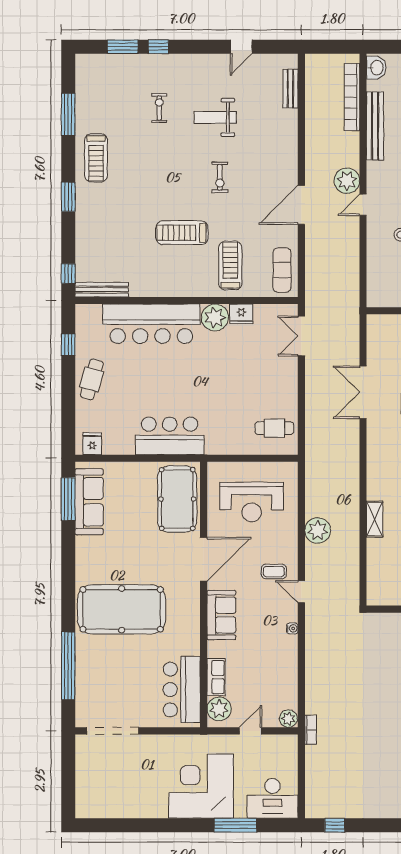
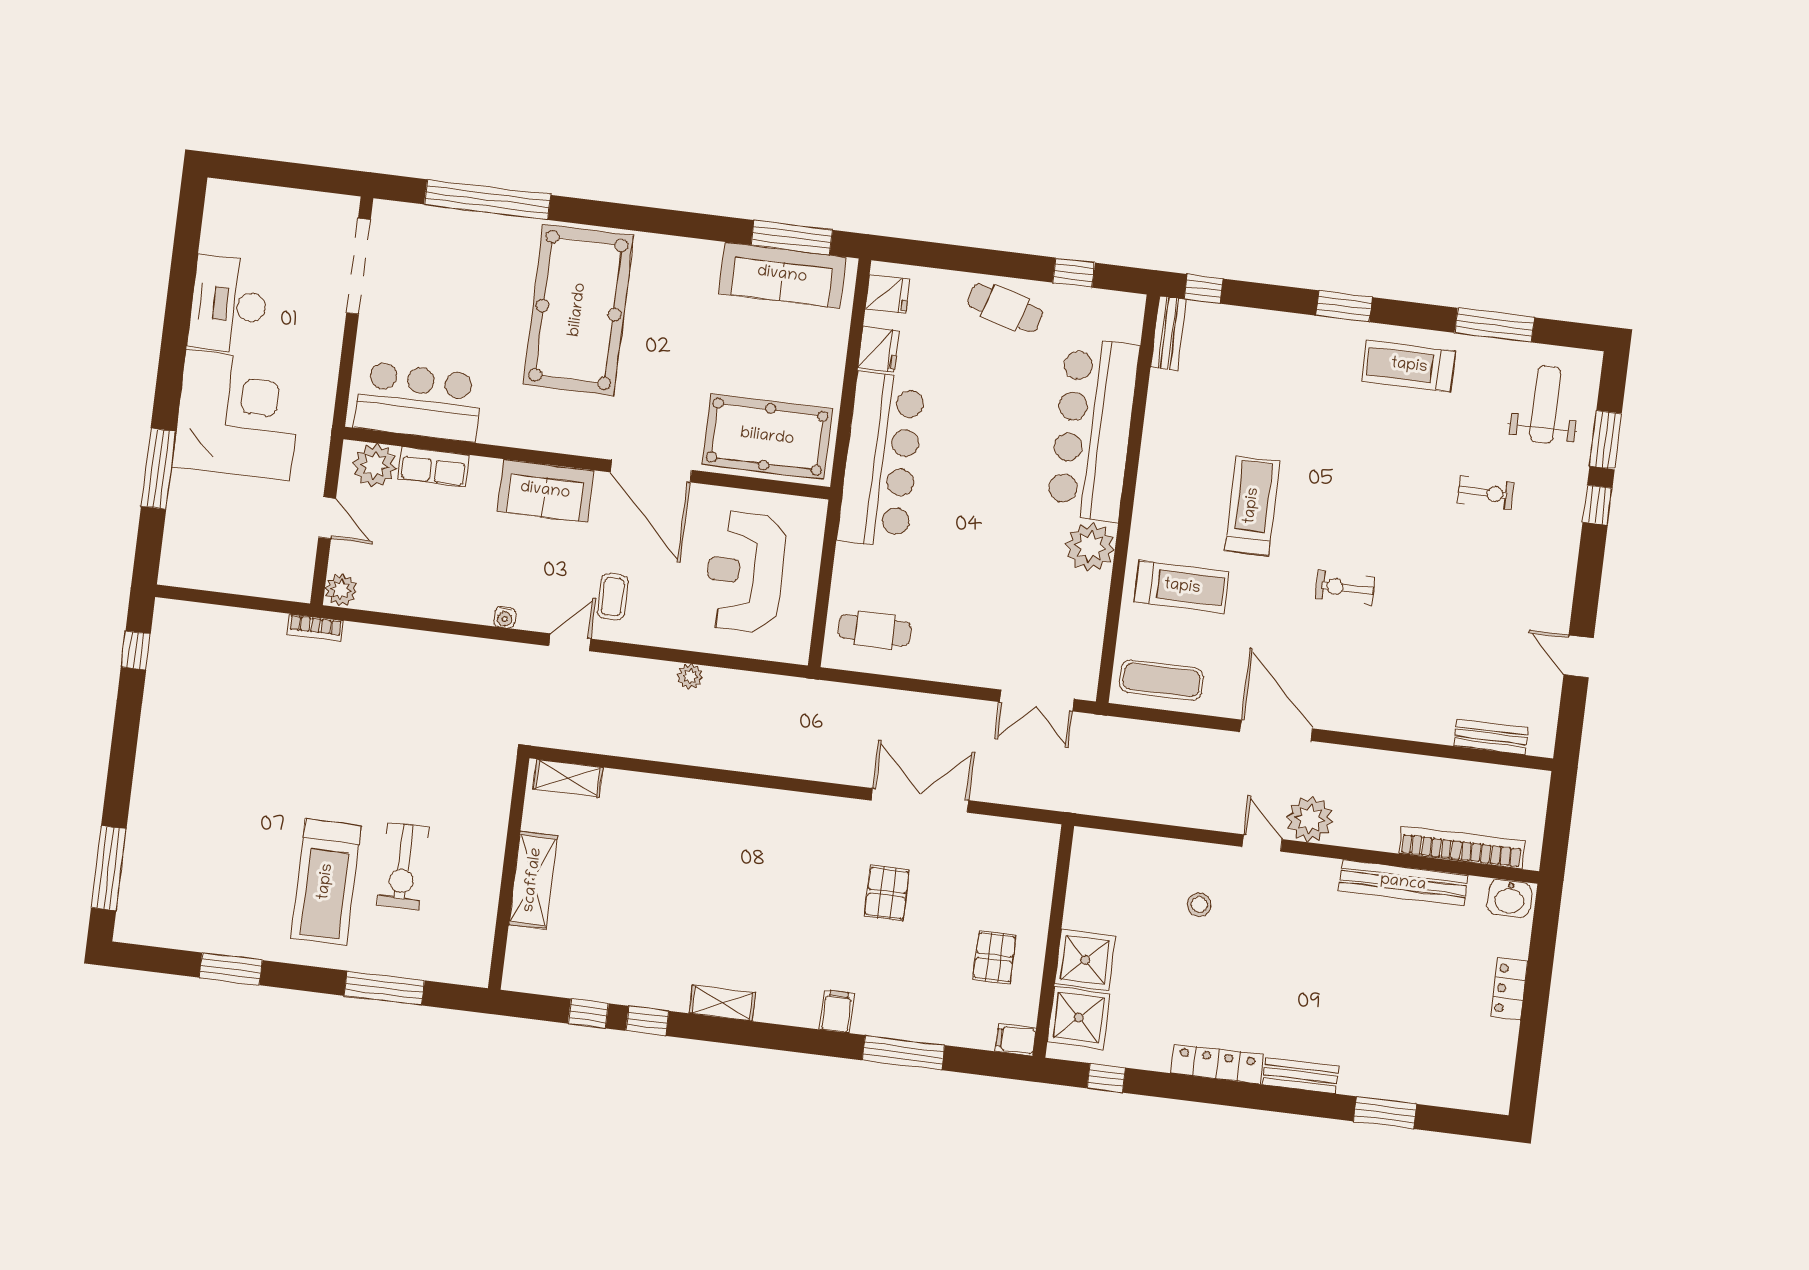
weight bench: (215, 117) -> (1545, 404), moved
bench: (102, 290) -> (1168, 333), width x0.73
fridge: (241, 314) -> (878, 349), moved, turned 180
double door: (301, 336) -> (1037, 700), swing flipped
cafe table: (274, 428) -> (875, 630), turned 90
bar counter: (170, 436) -> (881, 460), width x1.36
shelving: (375, 519) -> (568, 778), moved
plant: (318, 530) -> (690, 676), width x0.53, depth x0.53
desk: (273, 798) -> (229, 305), moved

